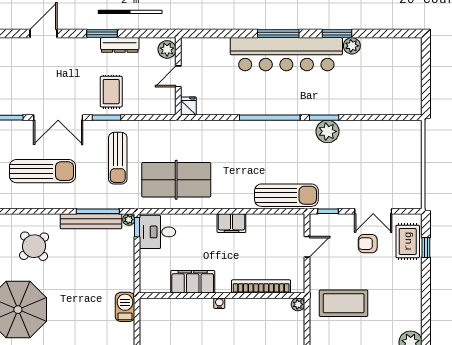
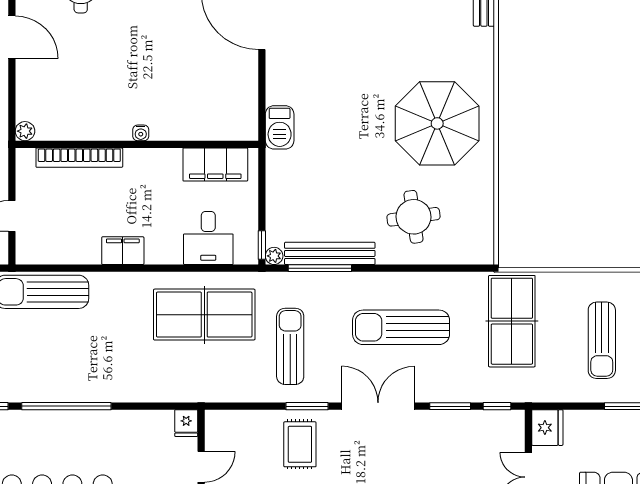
desk: (157, 232) -> (208, 238), moved, turned 90
round table: (34, 246) -> (414, 217), turned 34
filing cabinet: (193, 282) -> (215, 164), moved

